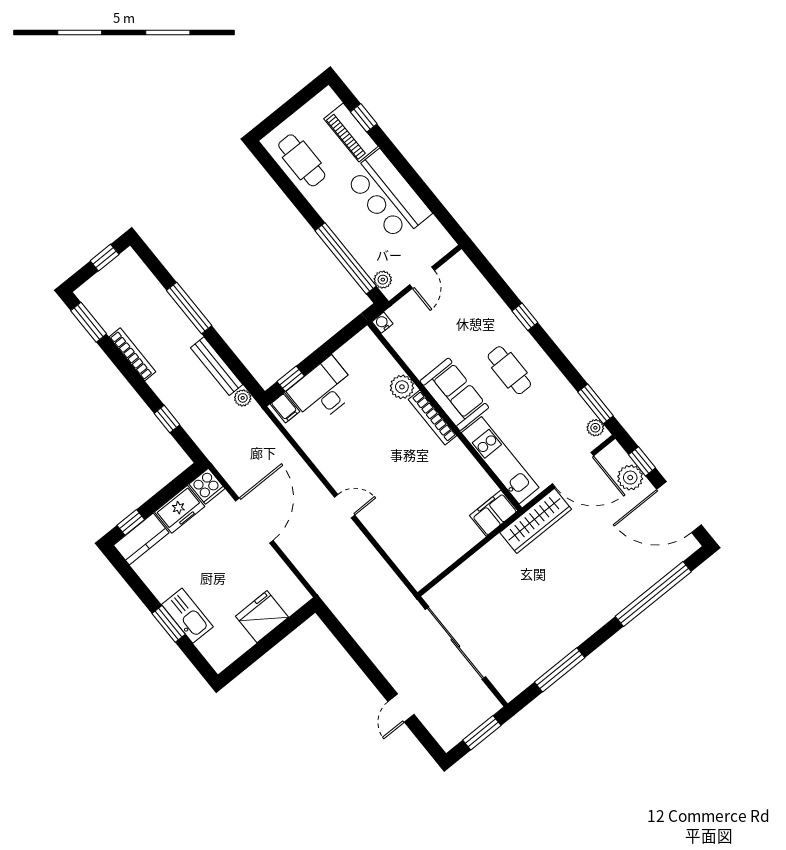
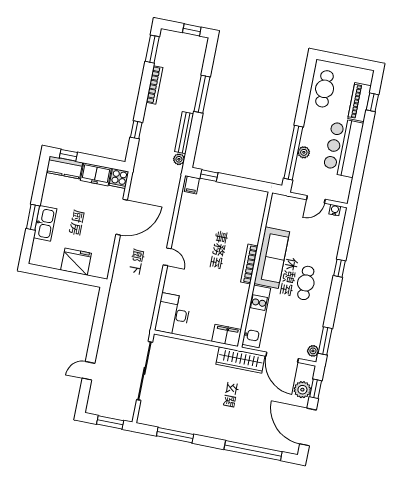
plant: (383, 280) -> (304, 152), moved
water cooler: (383, 323) -> (335, 210), moved
plant: (402, 387) -> (252, 235), removed
desk: (323, 391) -> (173, 314), moved, turned -90
sofa: (454, 394) -> (272, 258), width x1.36

